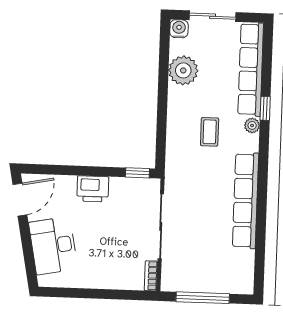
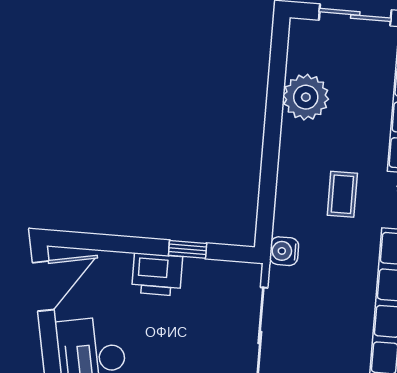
water cooler: (179, 29) -> (284, 251), moved, turned -90
window: (137, 173) -> (188, 249), moved

